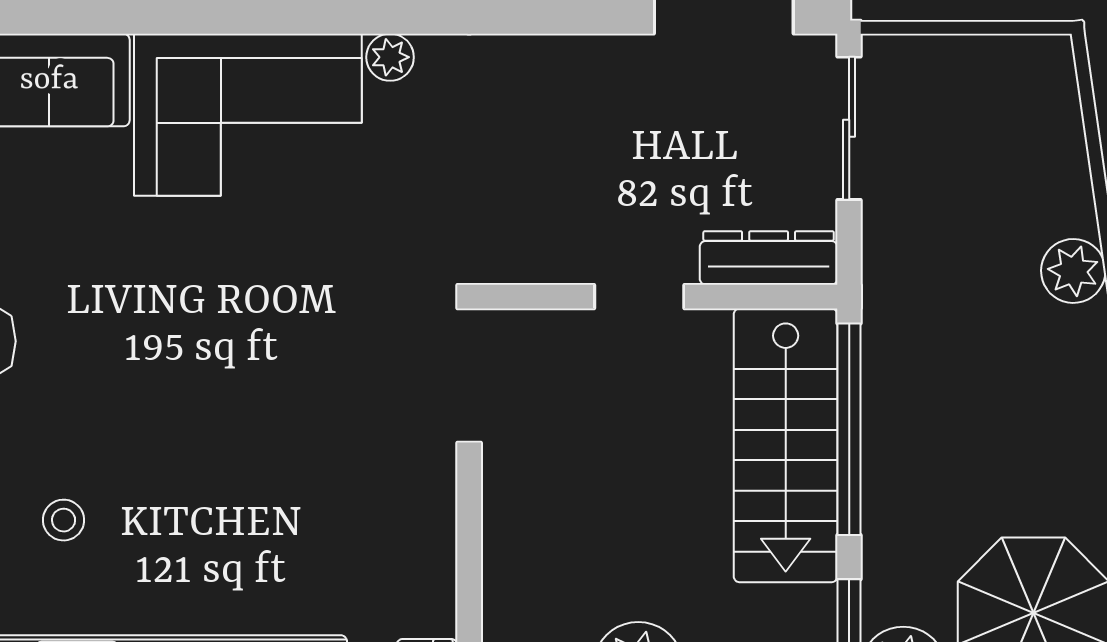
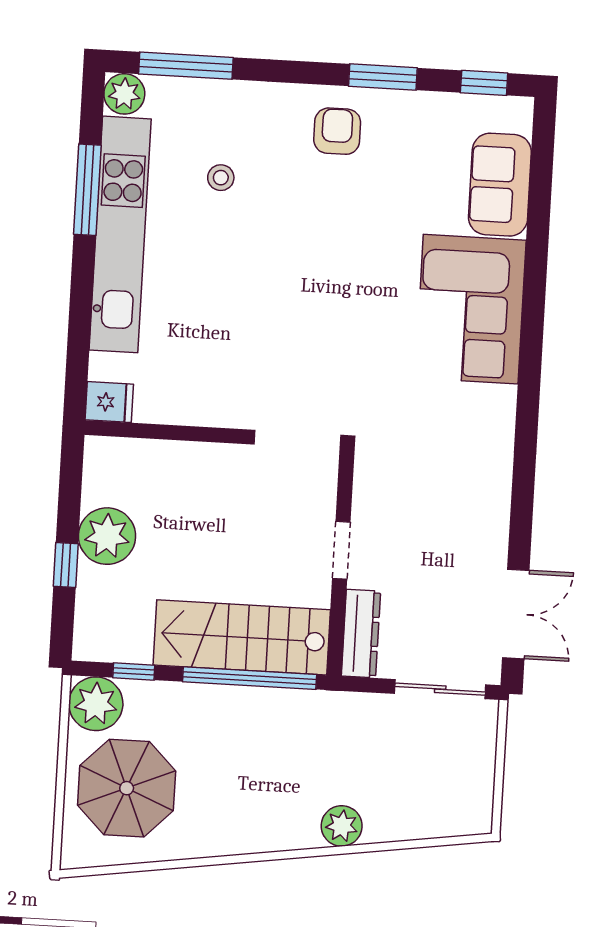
plant: (390, 57) -> (502, 401), removed

